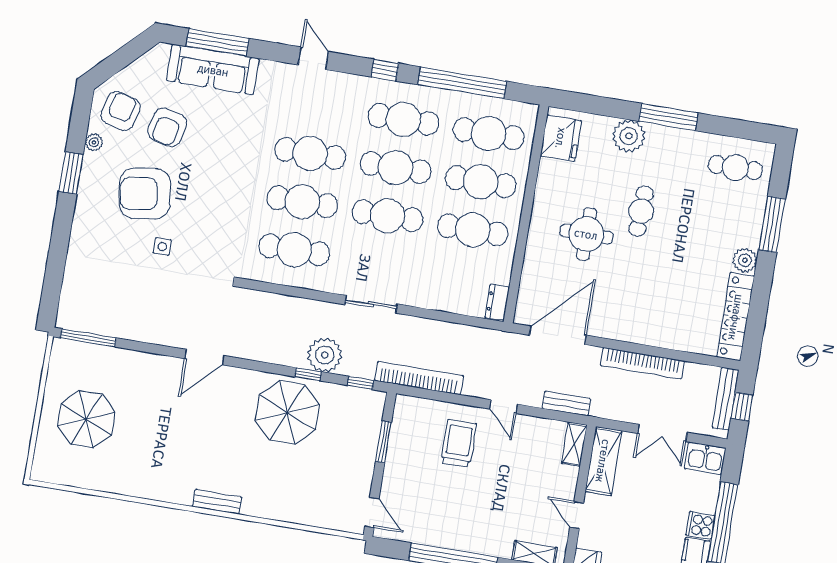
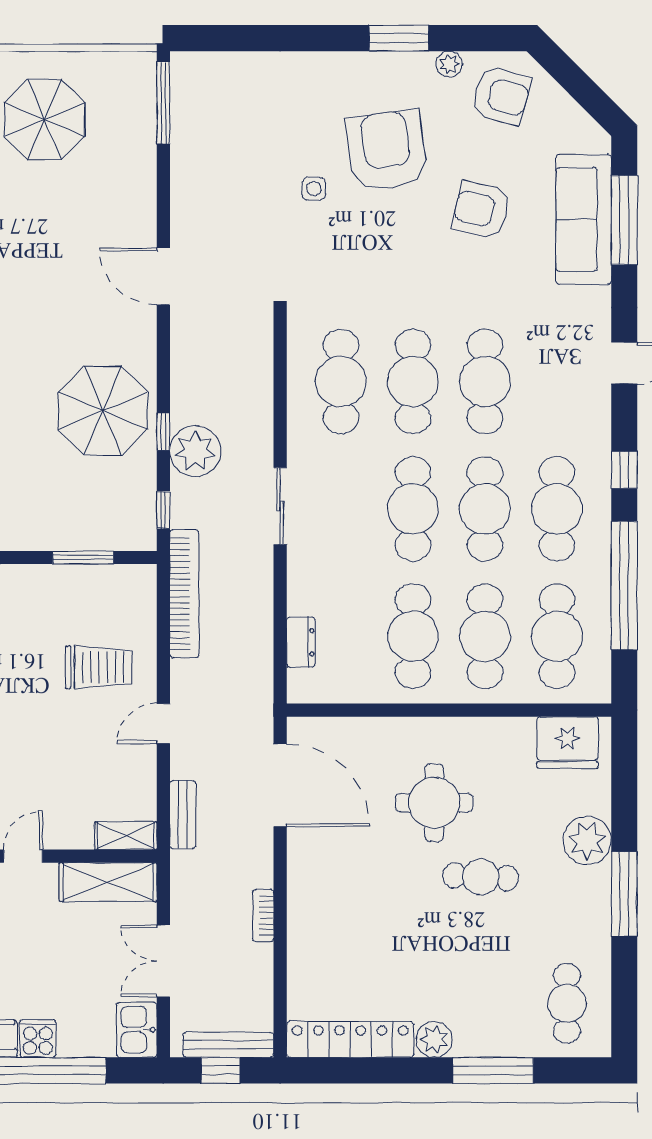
armchair: (167, 127) -> (481, 210), moved
dresser: (497, 302) -> (301, 642), moved, turned 90
bookcase: (643, 363) -> (263, 916), width x0.43, depth x0.76

